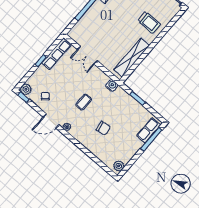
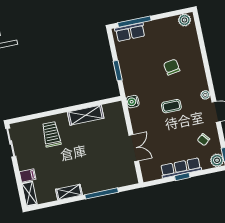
row of seats: (56, 54) -> (181, 168), moved
shelving: (132, 58) -> (86, 115), width x0.68

